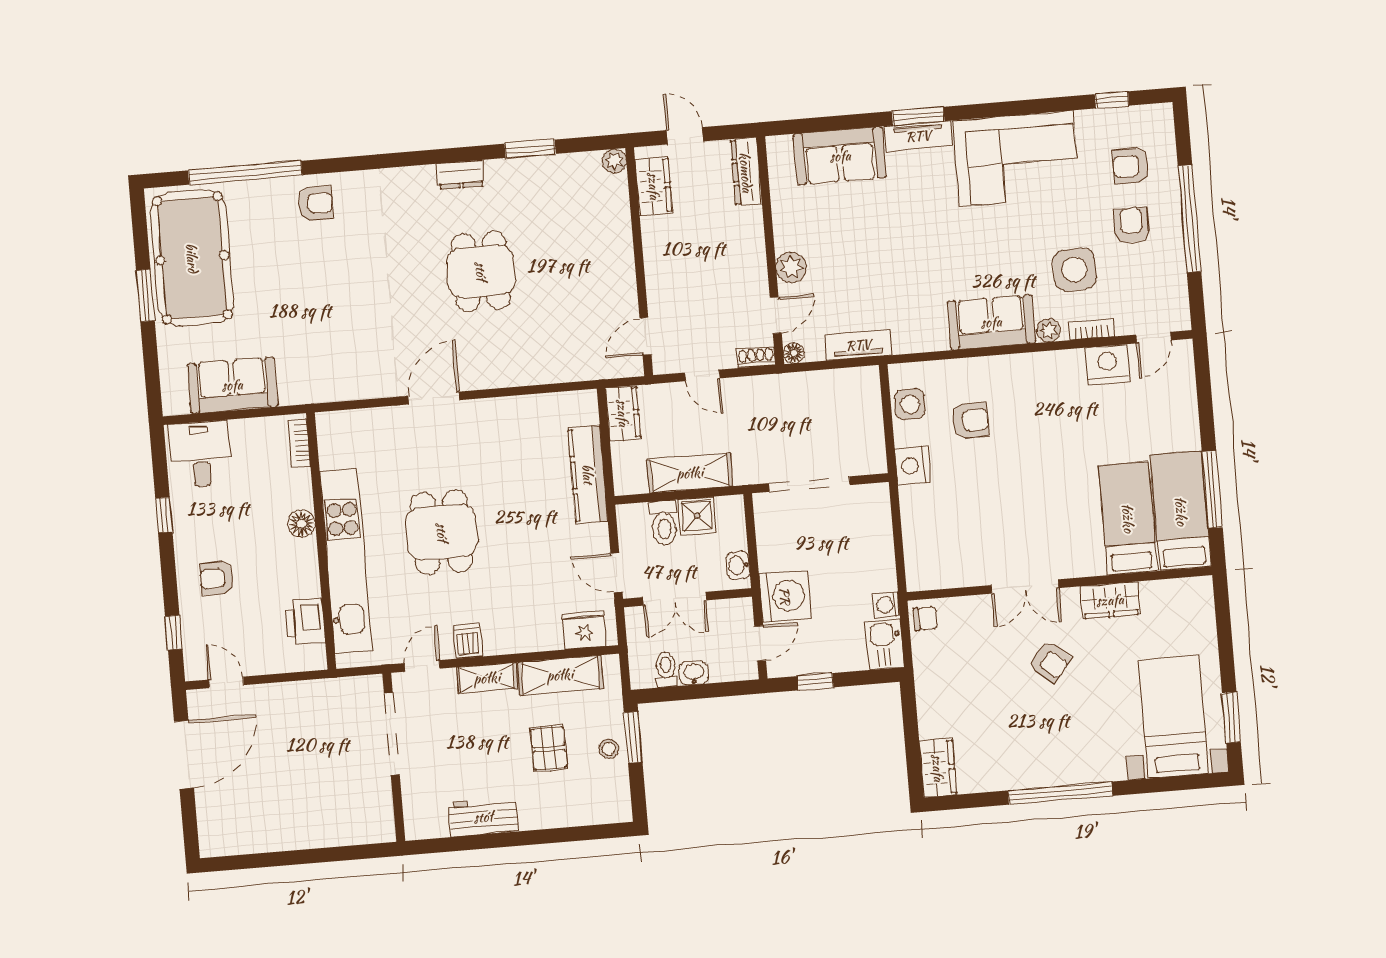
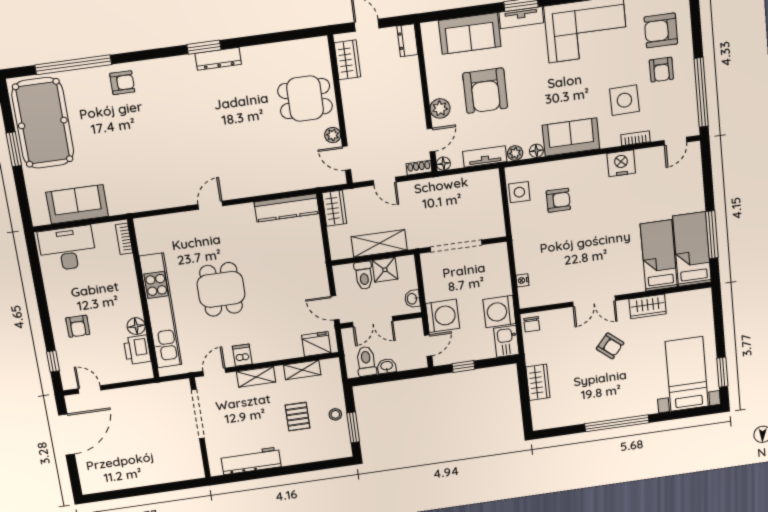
window: (530, 149) -> (204, 47), moved
plant: (614, 161) -> (333, 135), moved
armchair: (1131, 166) -> (661, 30), width x1.38, depth x1.38
dresser: (746, 172) -> (407, 40), width x0.70
dresser: (460, 175) -> (218, 59), width x1.44
window: (1190, 219) -> (701, 92), moved
armchair: (1132, 225) -> (661, 70), turned 180
armchair: (861, 244) -> (485, 91), added
dining table: (481, 271) -> (305, 99), moved, turned 90
plant: (1048, 330) -> (515, 153), moved
door: (645, 336) -> (346, 158), hinge flipped
floor lamp: (938, 341) -> (536, 151), added
nightstand: (1107, 364) -> (621, 163), moved
door: (434, 398) -> (210, 205), width x0.73
desk: (201, 454) -> (67, 248), width x1.37
nightstand: (913, 466) -> (522, 280), moved, width x0.53, depth x0.56
kitchen counter: (588, 474) -> (287, 208), moved, turned -90
window: (164, 515) -> (40, 289), removed
floor lamp: (301, 524) -> (136, 326), moved
armchair: (217, 578) -> (78, 326), turned -90
washing machine: (887, 605) -> (499, 312), width x1.89, depth x1.89
chair: (925, 619) -> (532, 324), turned 90
toilet: (666, 670) -> (366, 361), width x1.37, depth x1.39
shelving: (560, 675) -> (302, 370), width x0.67, depth x0.75
window: (633, 737) -> (353, 427), moved
wardrobe: (938, 768) -> (538, 382), moved
workbench: (483, 817) -> (251, 461), width x1.38

